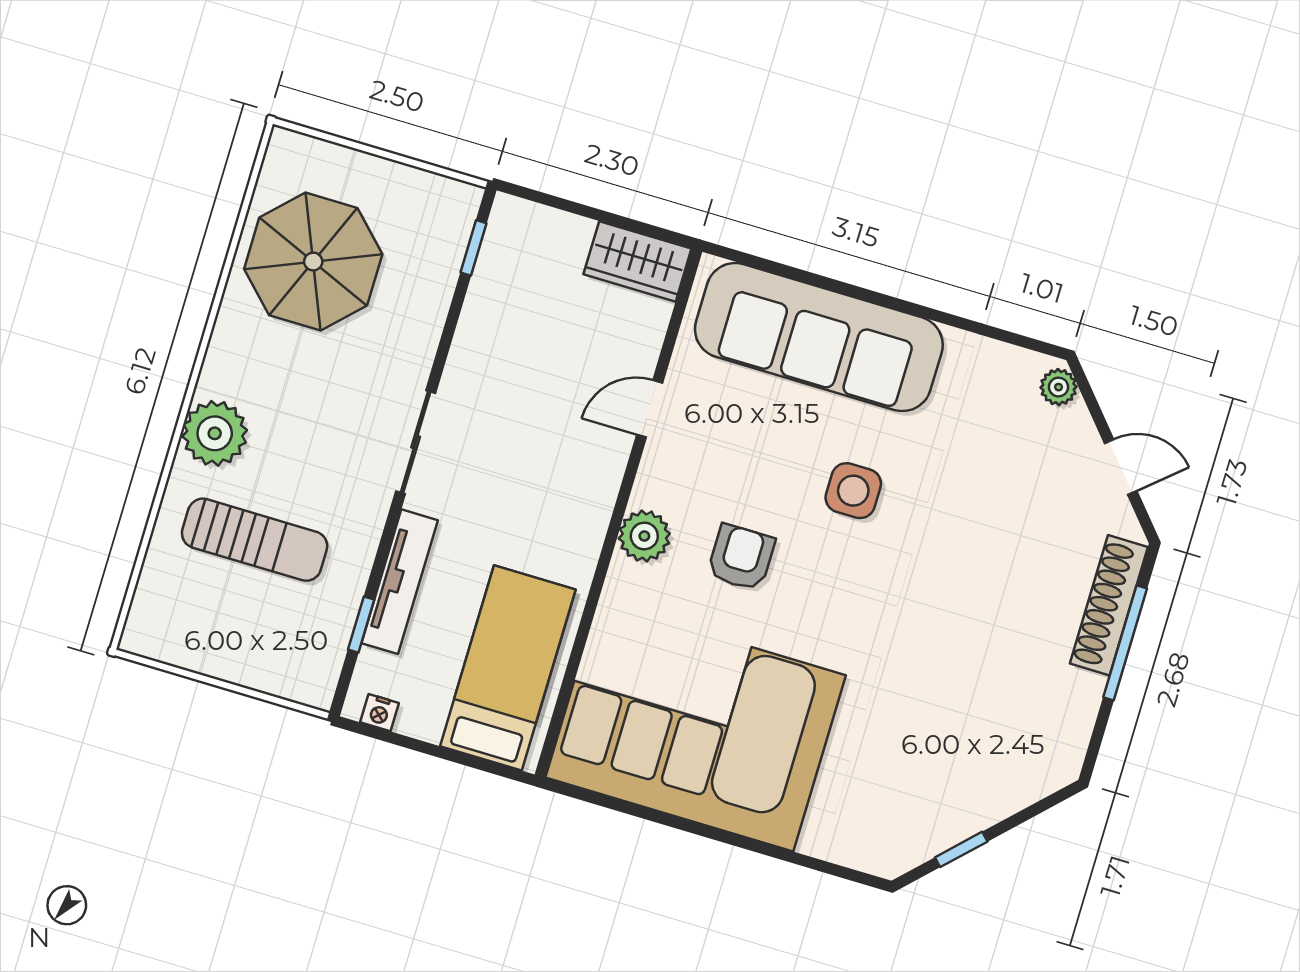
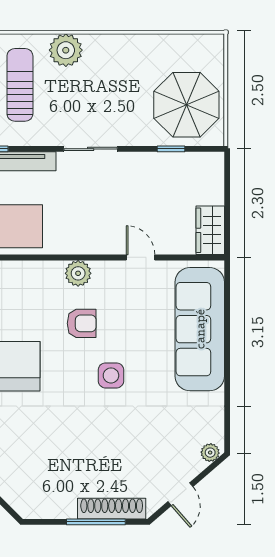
window: (473, 248) -> (171, 149), moved
parasol: (313, 262) -> (186, 105), moved
side table: (853, 491) -> (111, 375), moved
sun lounger: (255, 540) -> (20, 85), turned 180

